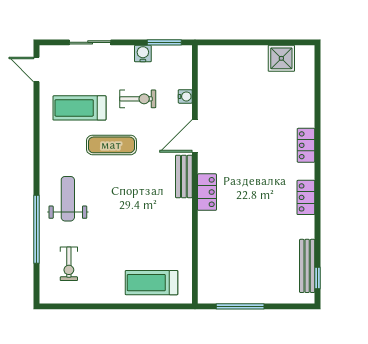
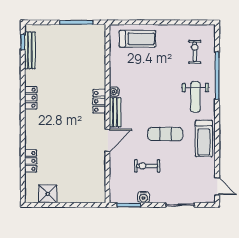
water cooler: (185, 96) -> (114, 92), moved
treadmill: (79, 108) -> (204, 138), moved, turned 90
locker: (306, 145) -> (31, 161), moved

